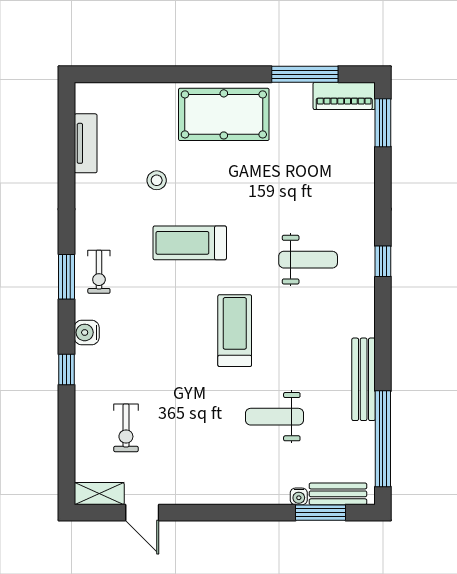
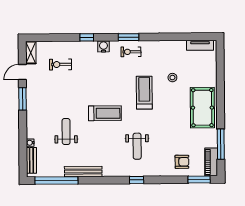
tv unit: (86, 143) -> (200, 45), moved
armchair: (343, 161) -> (182, 162), added
window: (321, 513) -> (23, 99), moved

